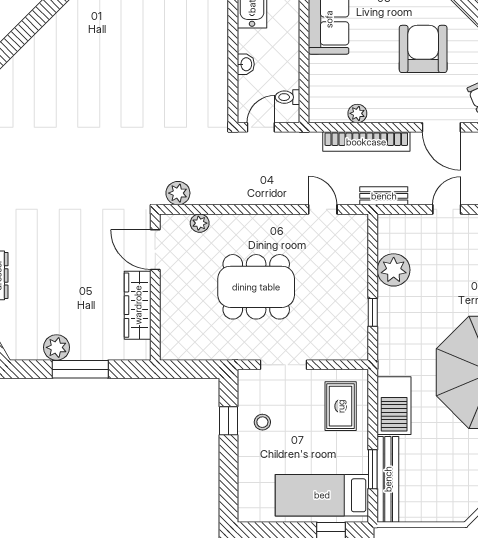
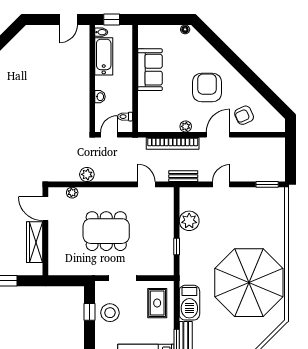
plant: (357, 113) -> (186, 126), moved
door: (441, 127) -> (218, 135), swing flipped
plant: (178, 193) -> (87, 174), moved
stool: (262, 422) -> (110, 313), width x1.89, depth x1.89

